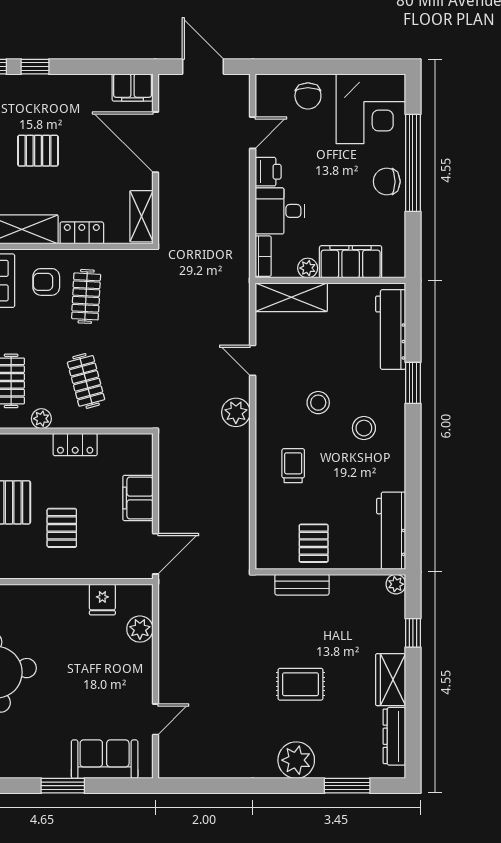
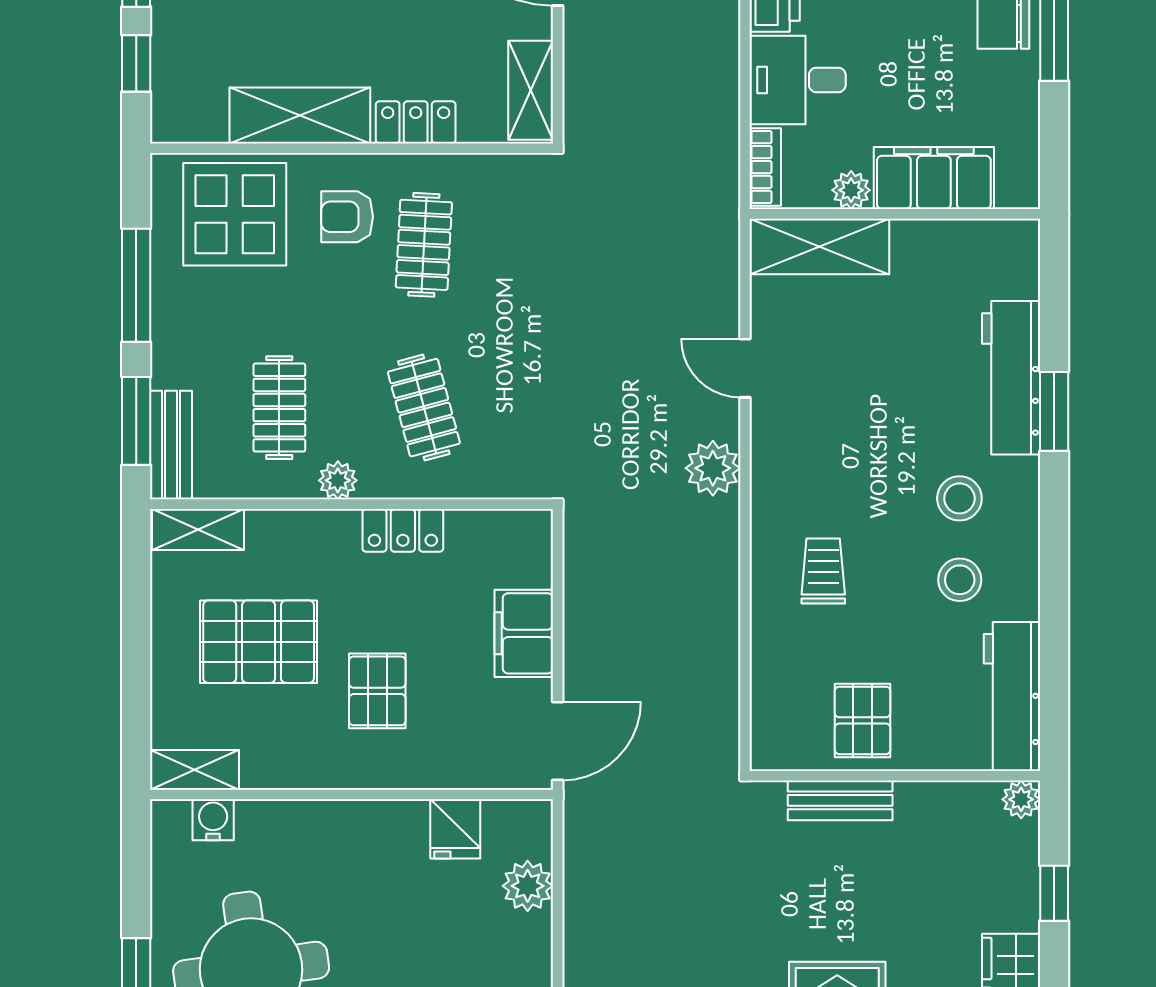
workbench: (391, 330) -> (1011, 378), moved
stool: (318, 403) -> (960, 580), moved

